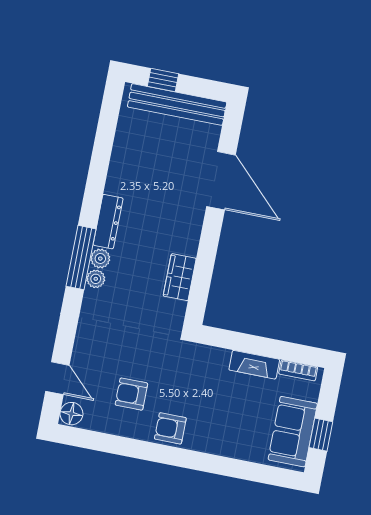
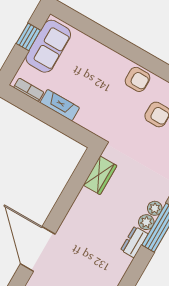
dresser: (108, 222) -> (134, 242), width x0.70
wardrobe: (180, 277) -> (100, 175), moved

